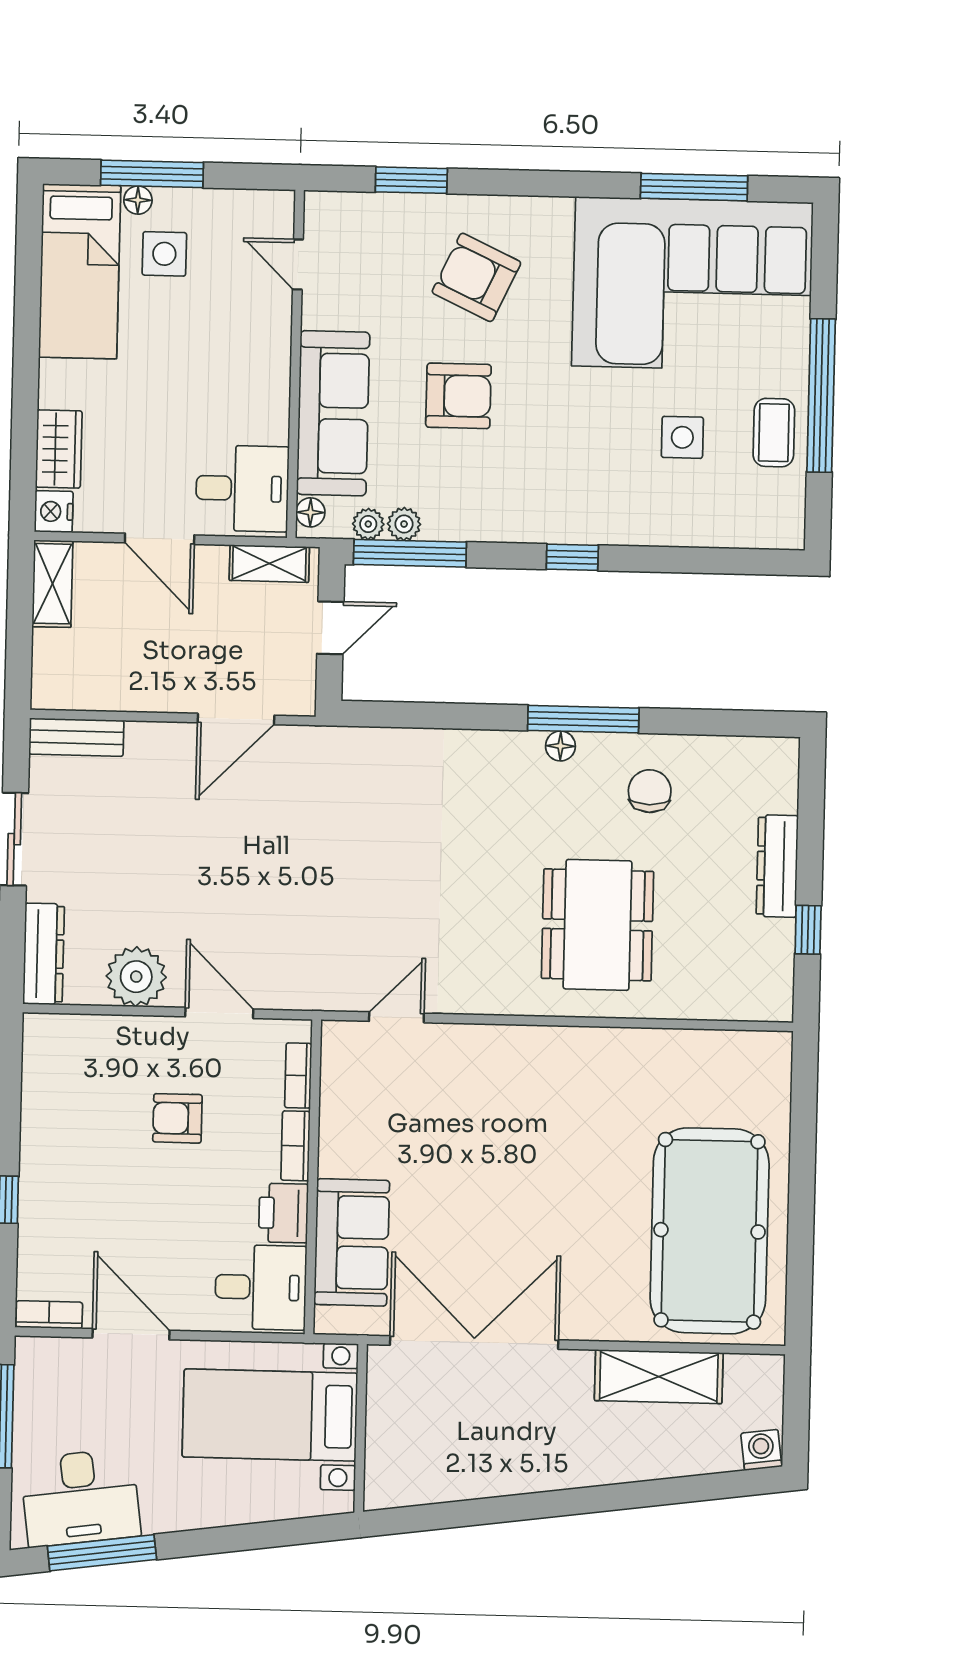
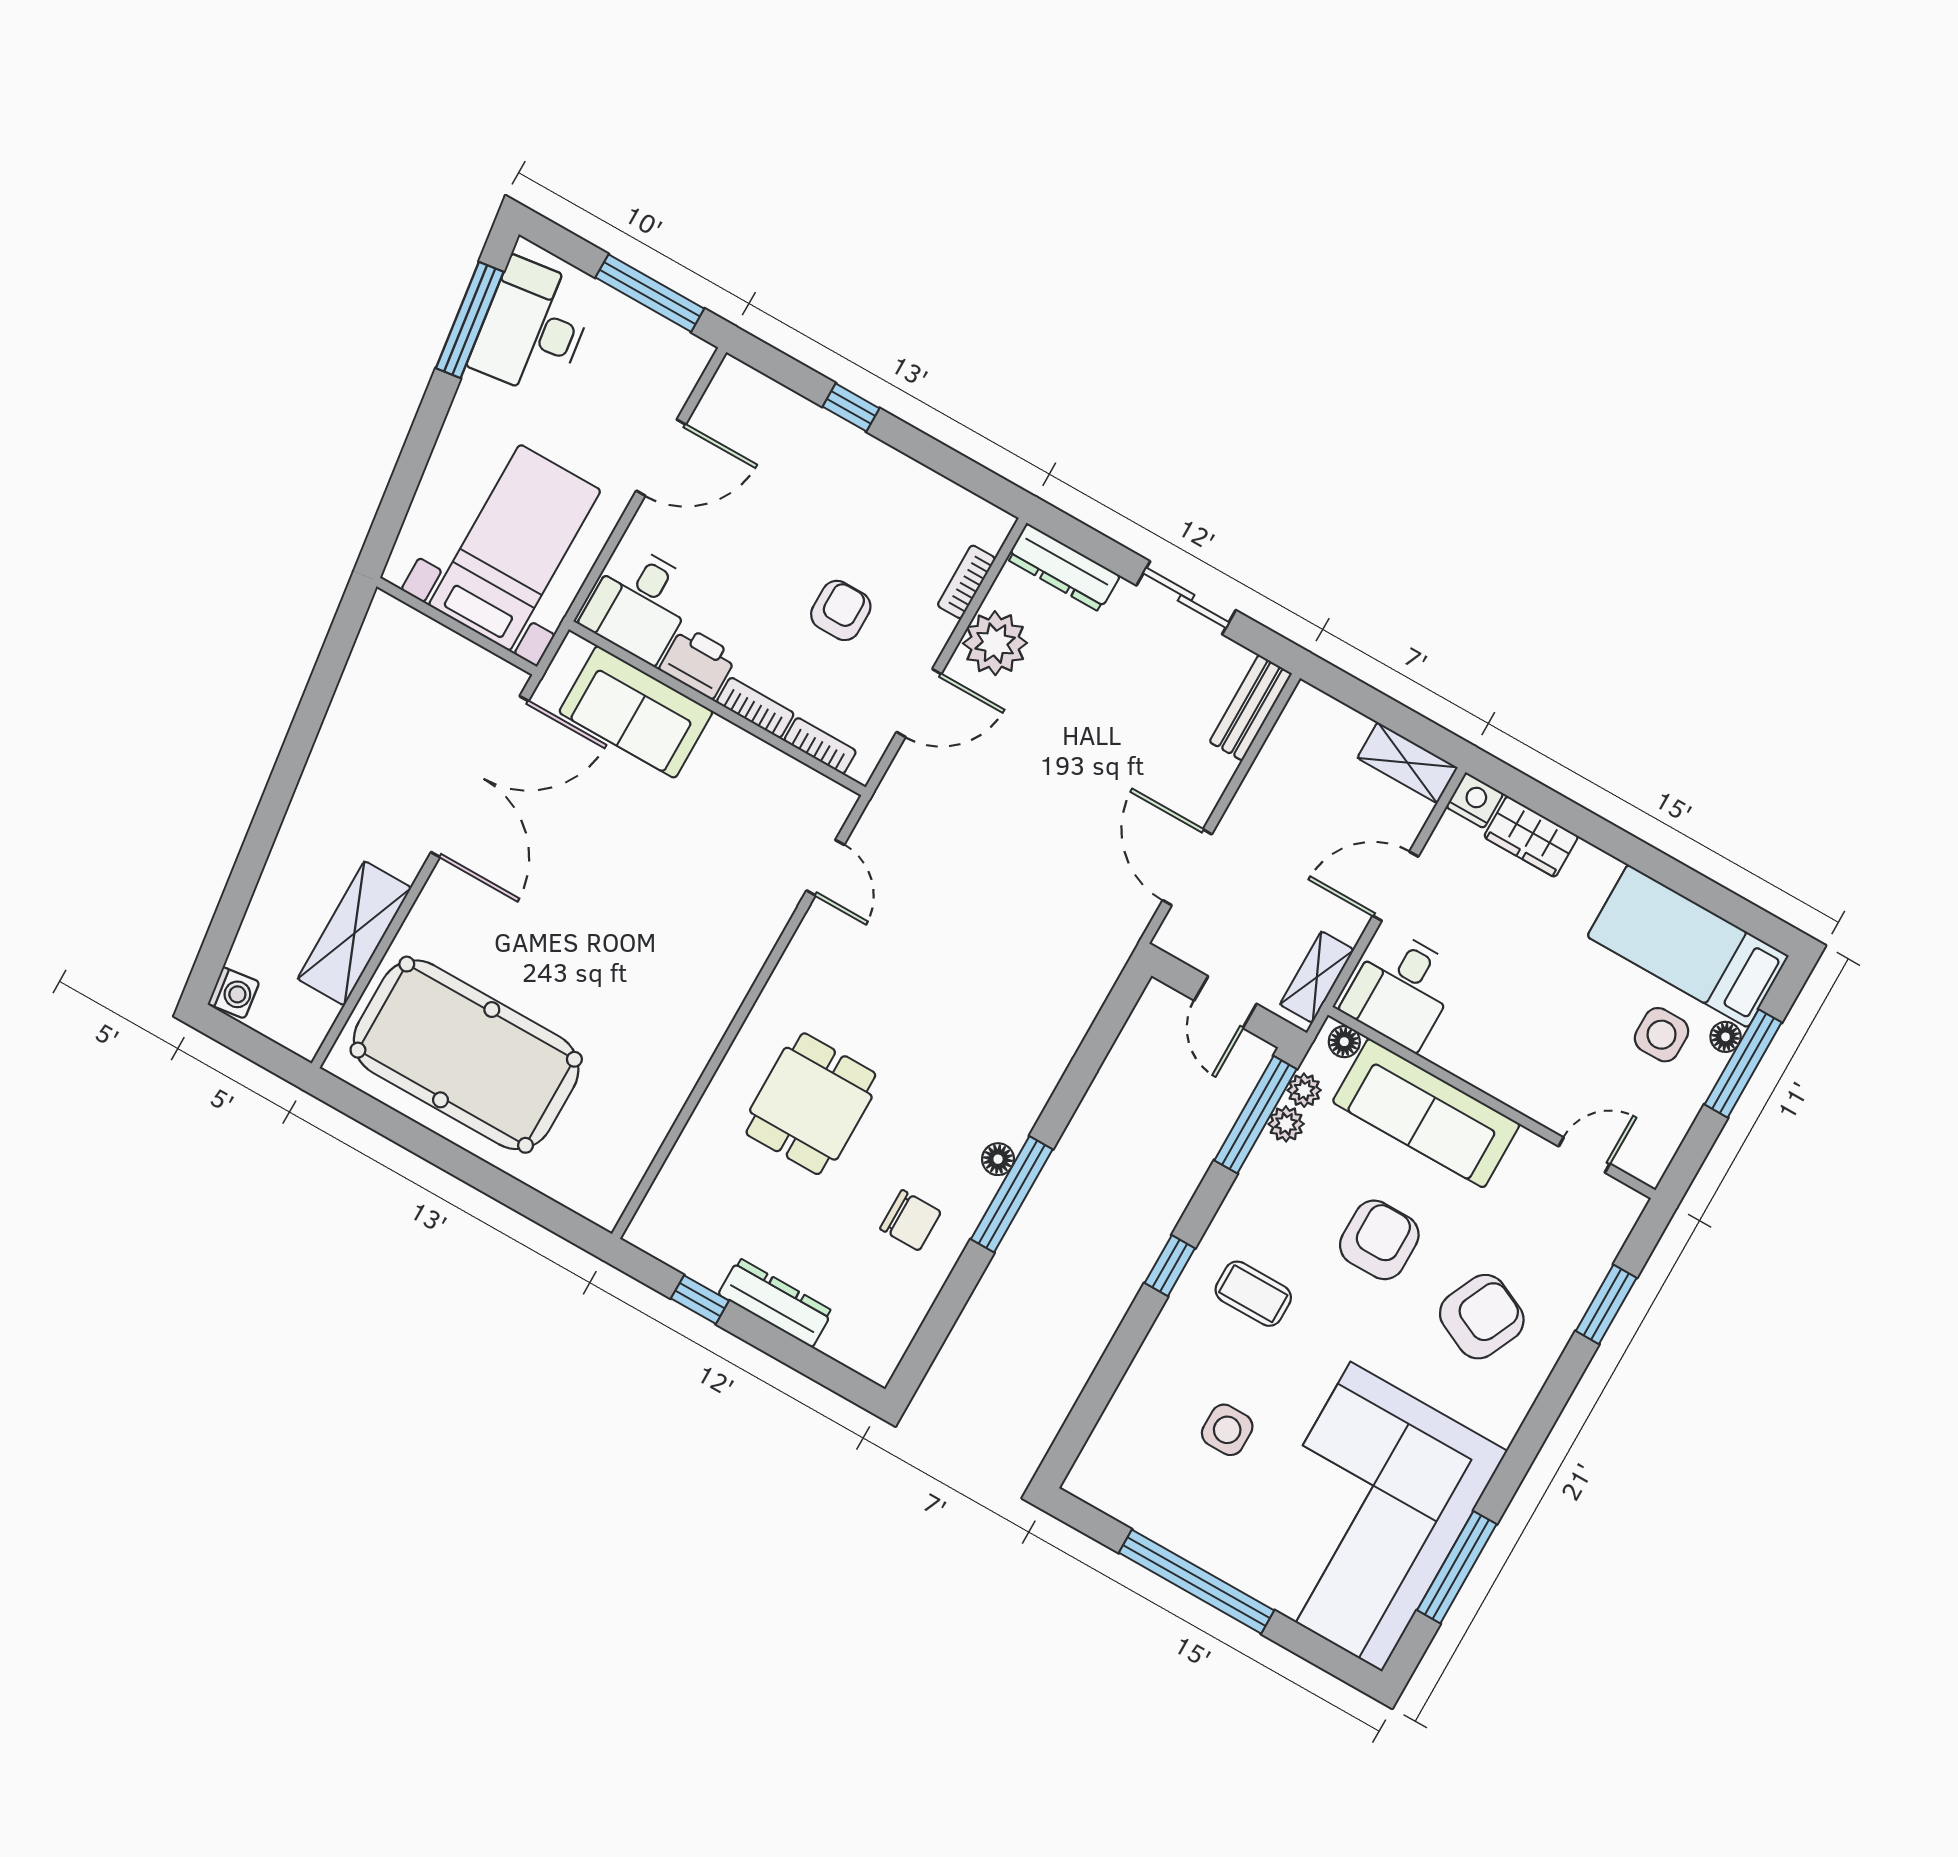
armchair: (458, 396) -> (1379, 1240), turned 180
coffee table: (774, 433) -> (1253, 1294), moved
dining table: (597, 925) -> (811, 1104), width x0.73
bookcase: (49, 1315) -> (966, 582), moved, turned 180

